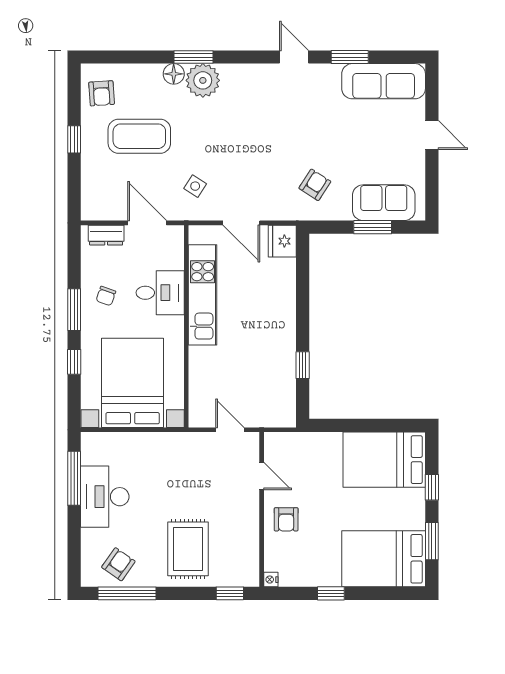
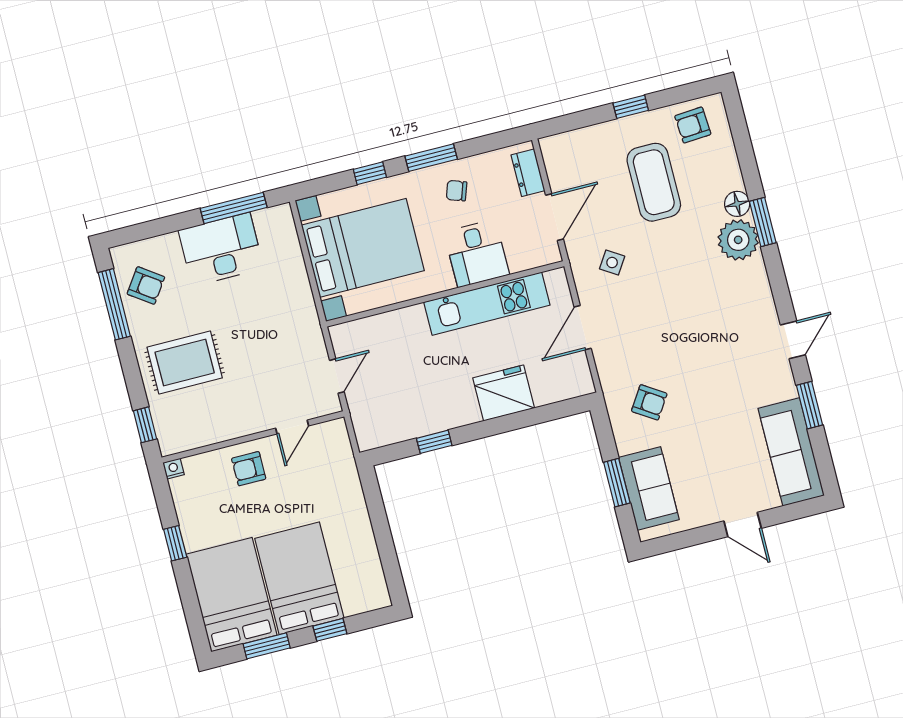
door: (432, 135) -> (743, 525), hinge flipped
fridge: (282, 241) -> (504, 393), moved, width x1.36, depth x1.34
bed: (384, 460) -> (299, 578), moved

